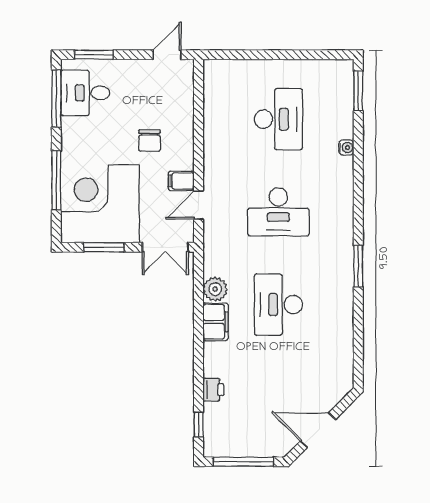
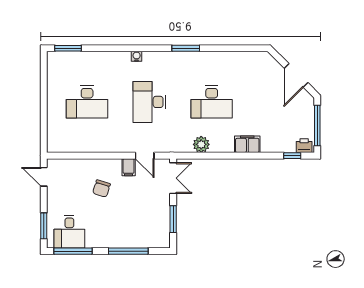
desk: (278, 119) -> (87, 102), turned 180
chair: (149, 141) -> (101, 189), turned 107
water cooler: (346, 148) -> (137, 56), moved
corner desk: (100, 204) -> (144, 222), removed
desk: (278, 212) -> (149, 102), turned 180
filing cabinet: (215, 322) -> (247, 144), moved
printer: (213, 390) -> (304, 146), moved

